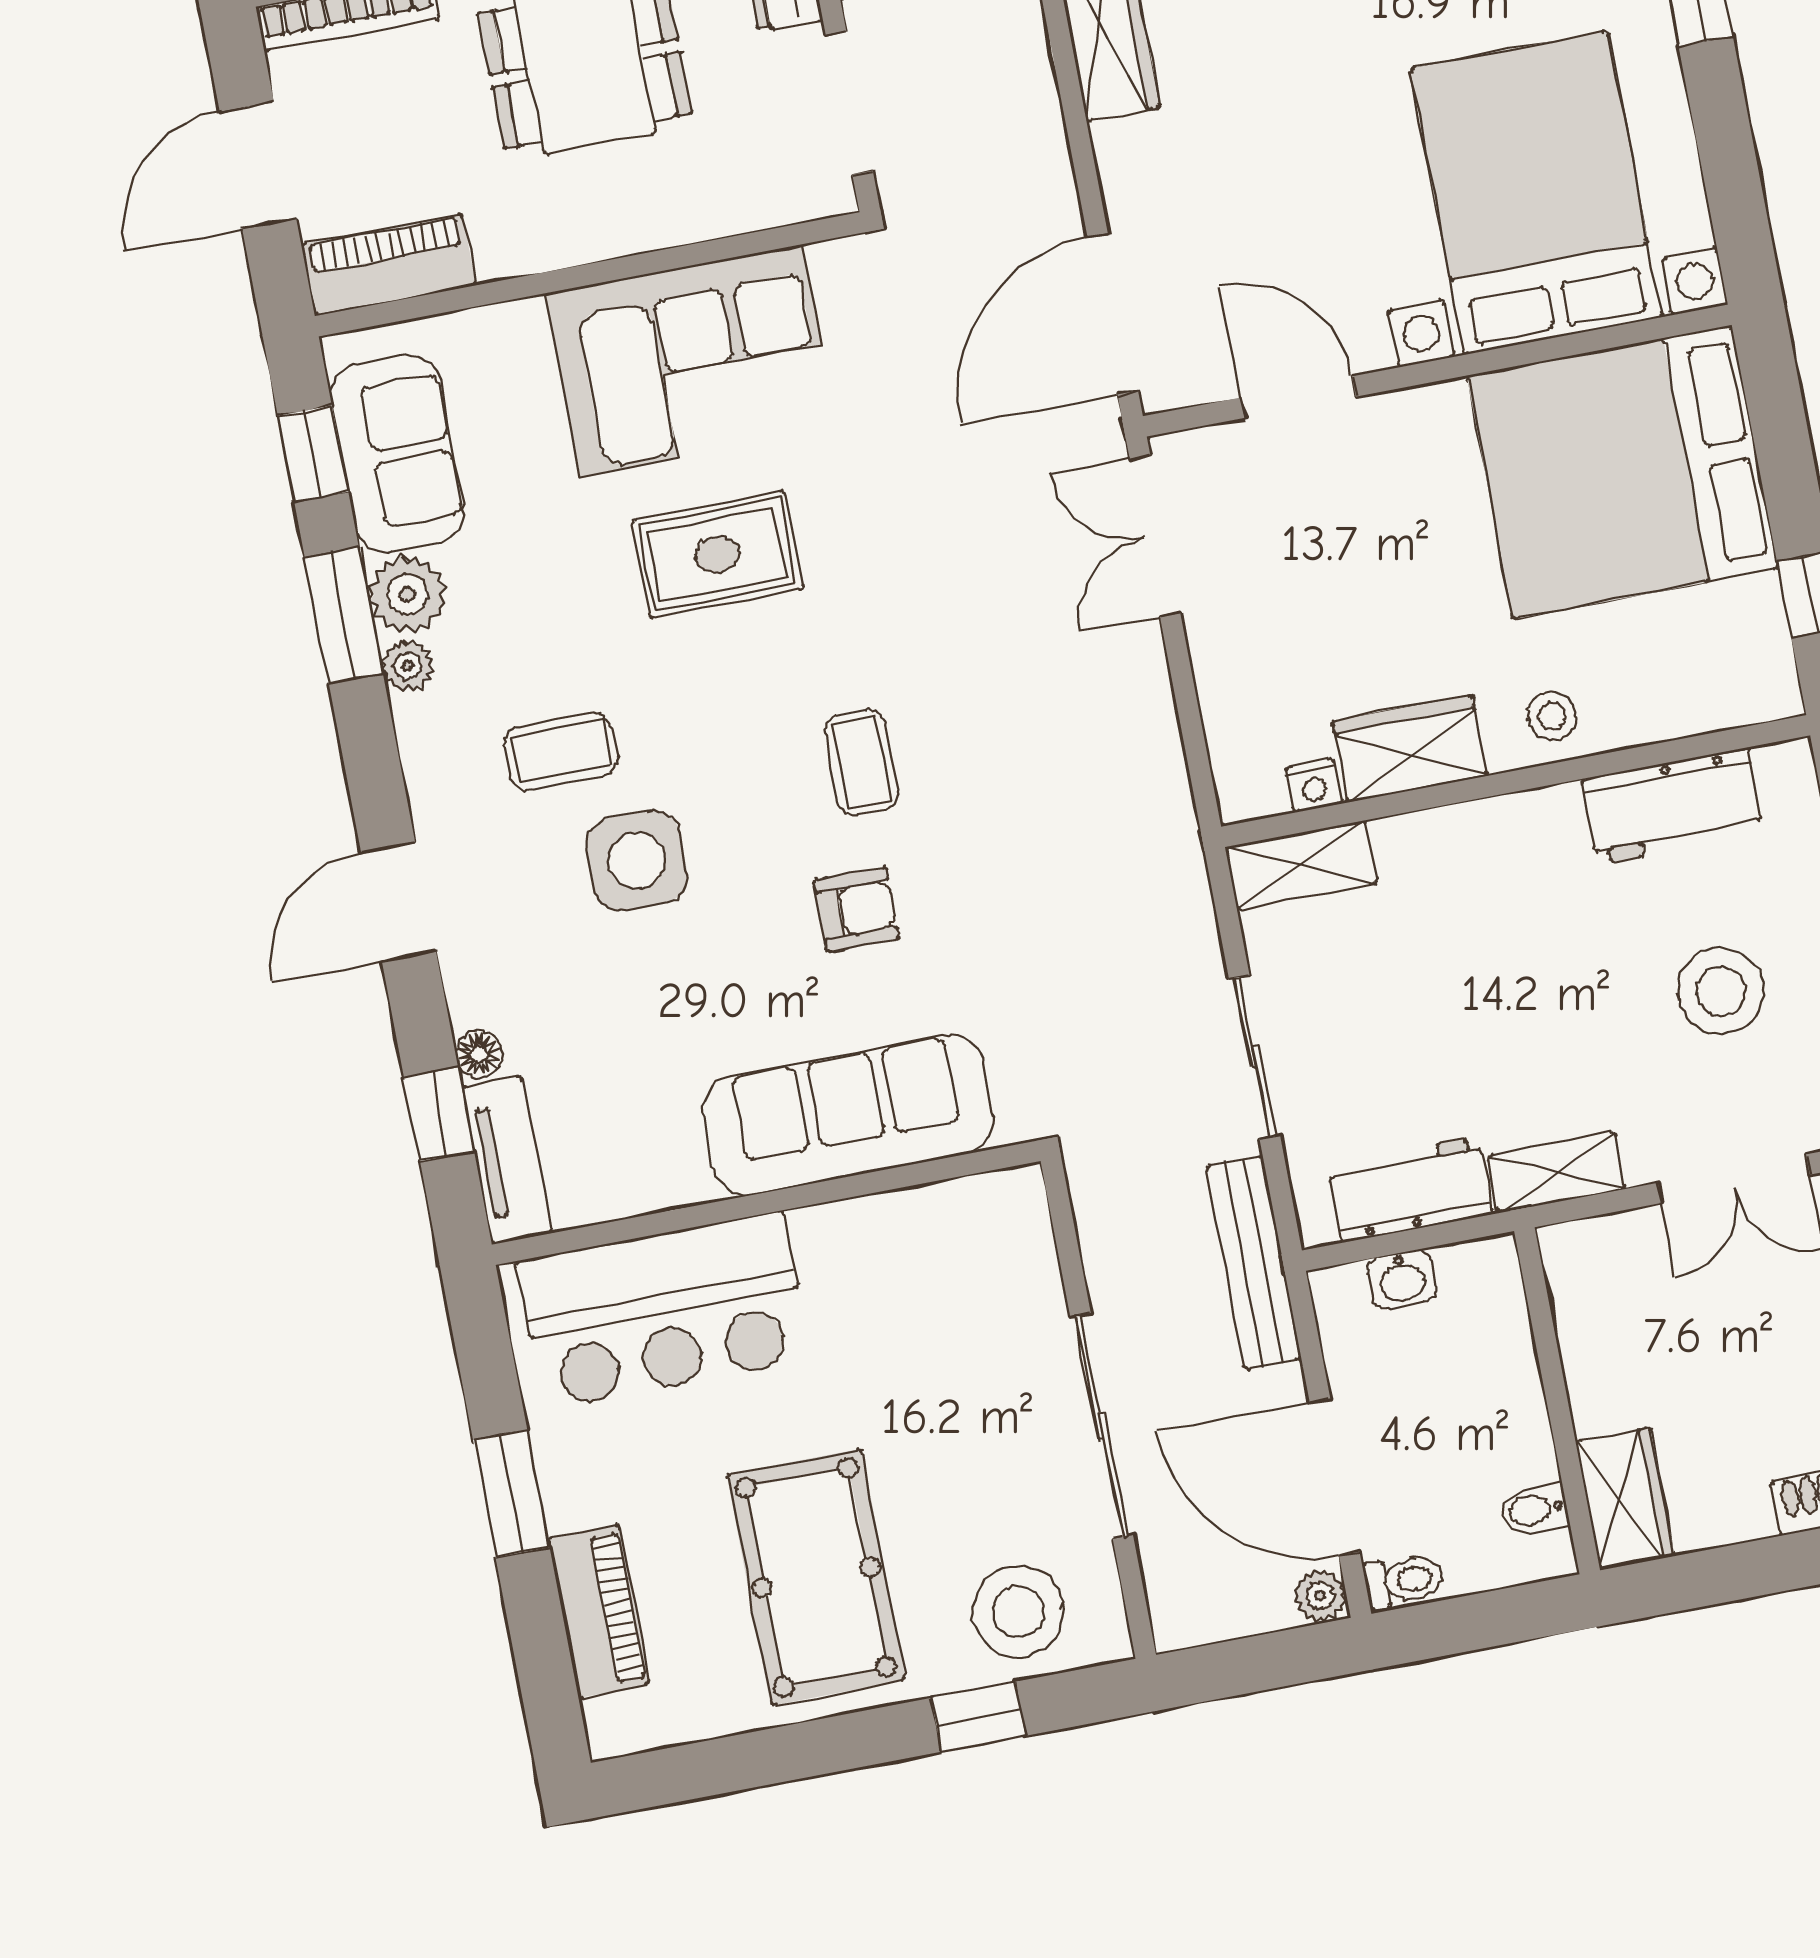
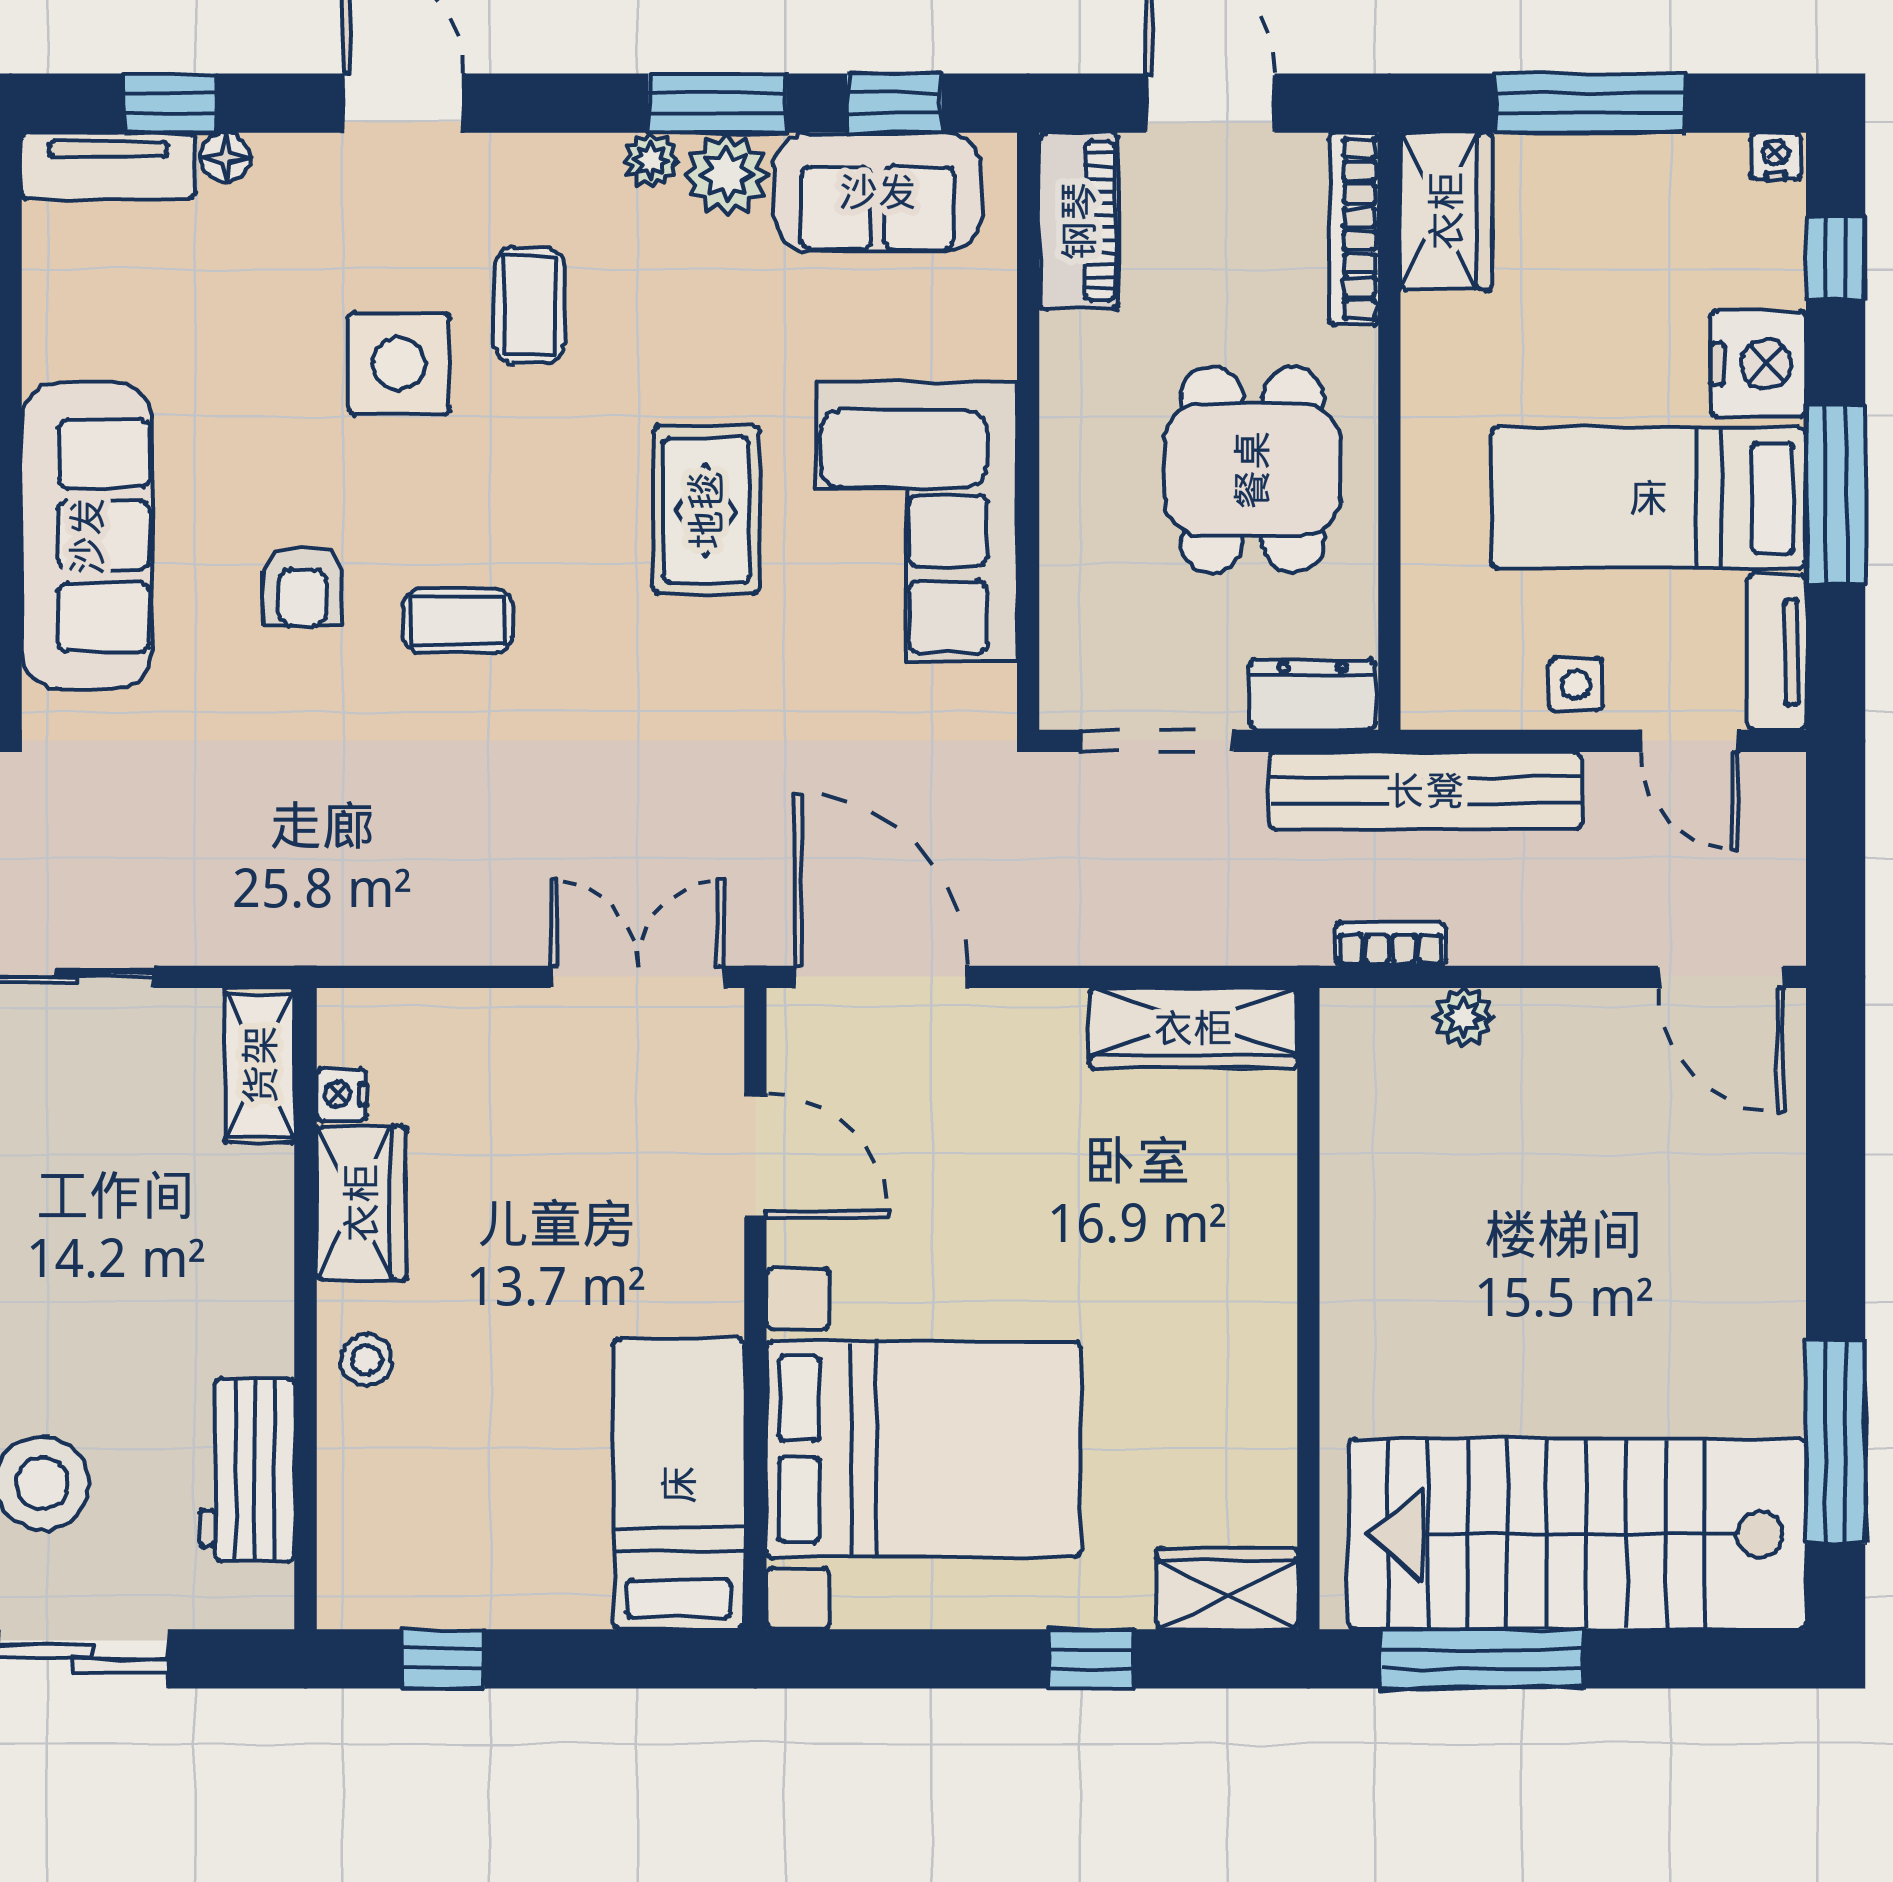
door: (1298, 397) -> (755, 1156), hinge flipped
bed: (1623, 472) -> (679, 1484), width x0.49

